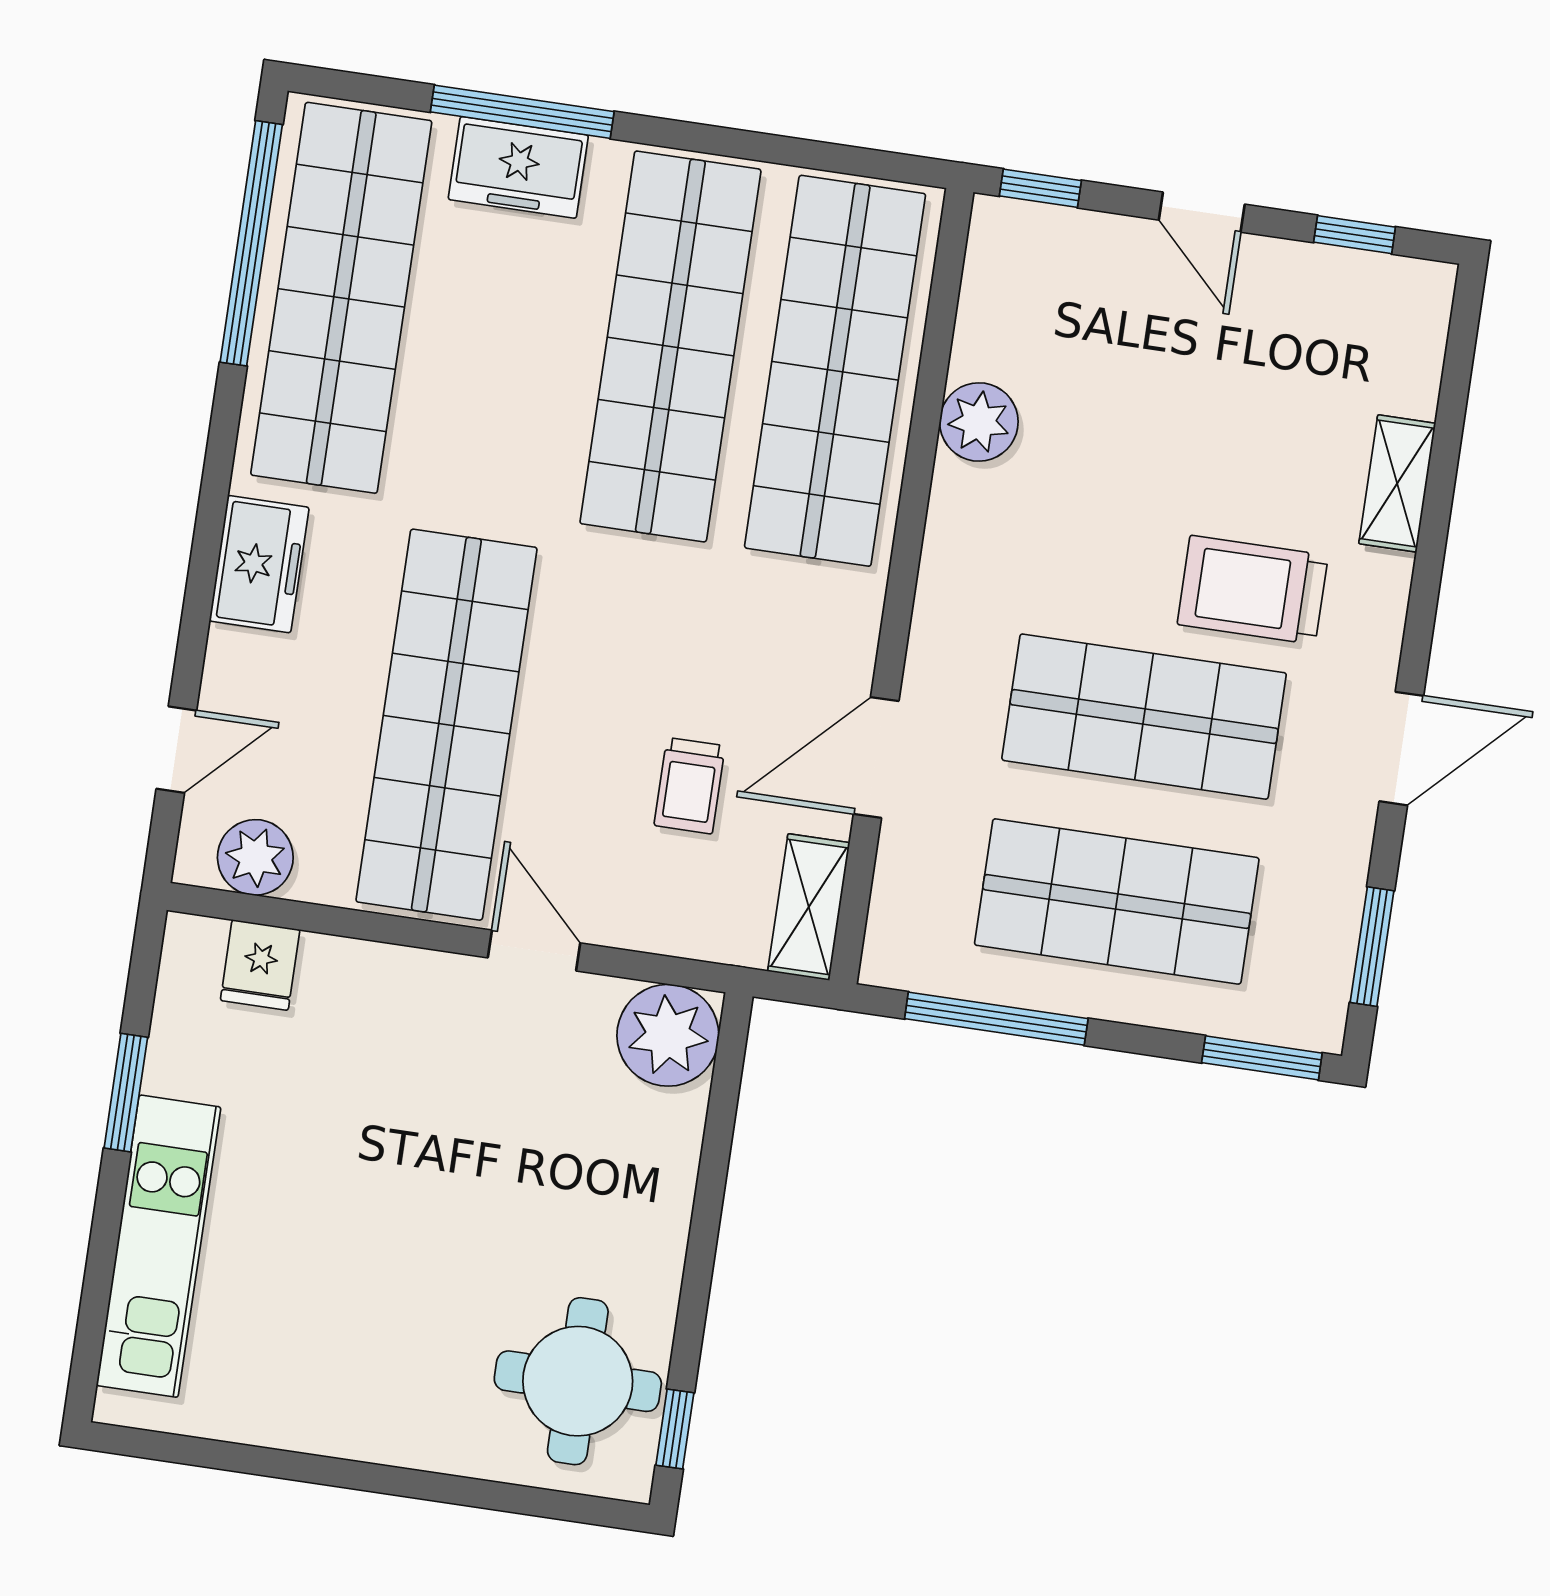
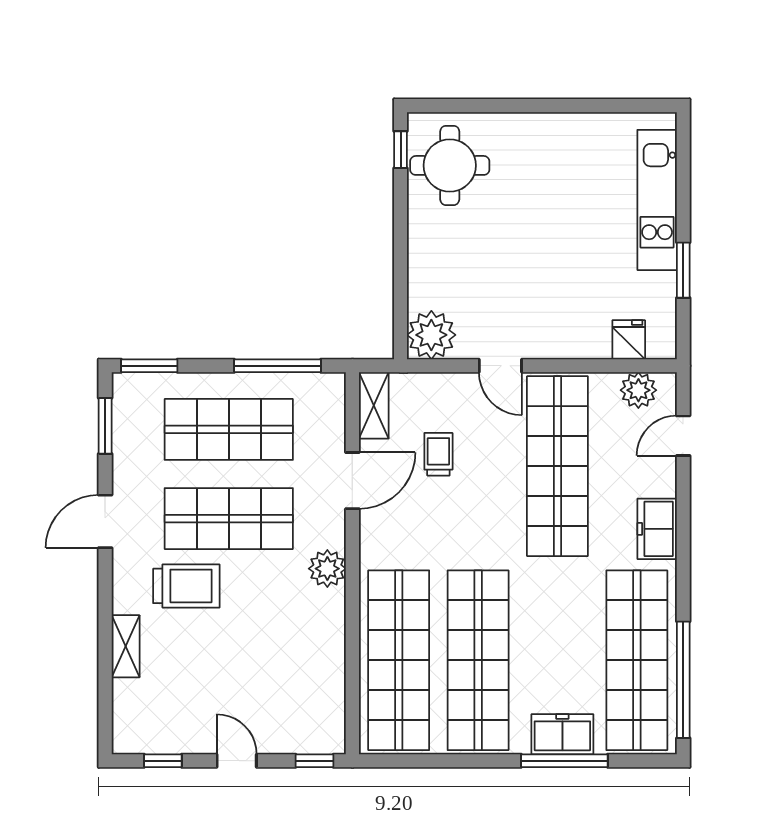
plant: (979, 422) -> (327, 569), moved

